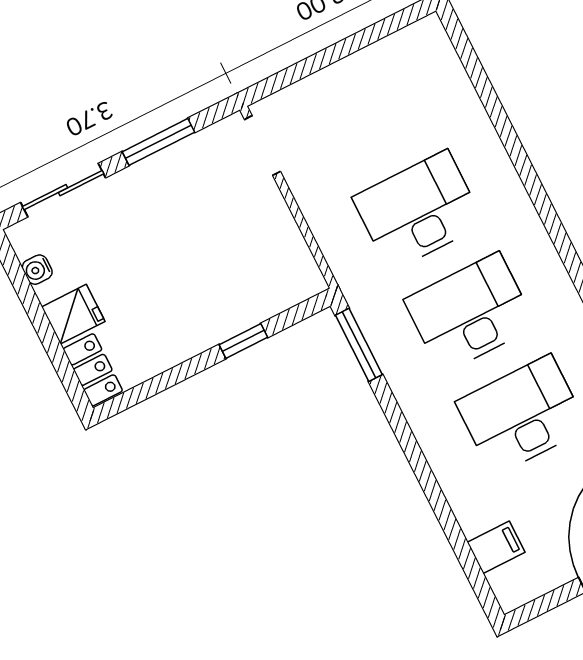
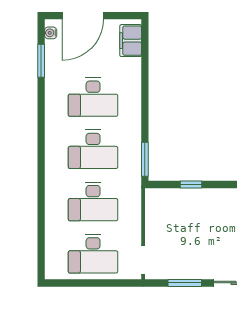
desk: (367, 108) -> (93, 254), added
filing cabinet: (496, 547) -> (131, 41), width x2.00

